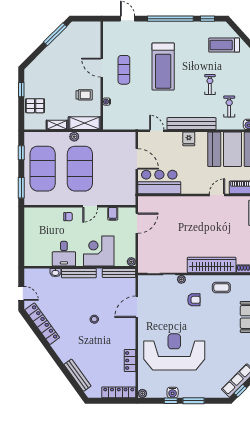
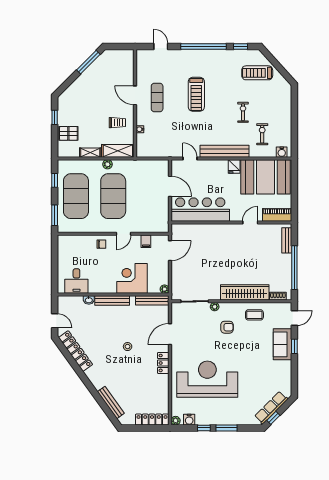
treadmill: (163, 67) -> (196, 94), width x0.73, depth x0.73
fridge: (189, 139) -> (234, 166), moved
bar counter: (159, 182) -> (200, 210), width x1.36
desk: (64, 254) -> (76, 281), moved
locker: (130, 361) -> (163, 363), moved
water cooler: (173, 392) -> (189, 420), moved

